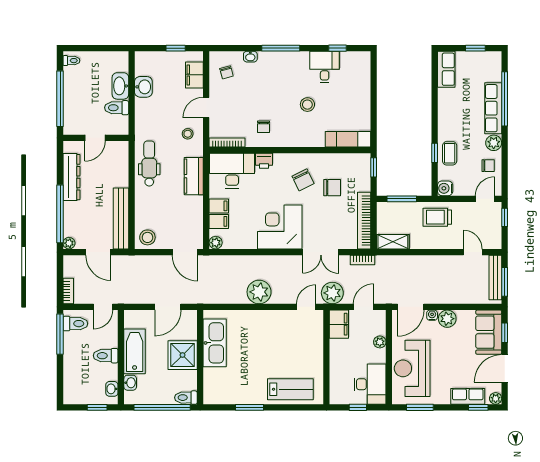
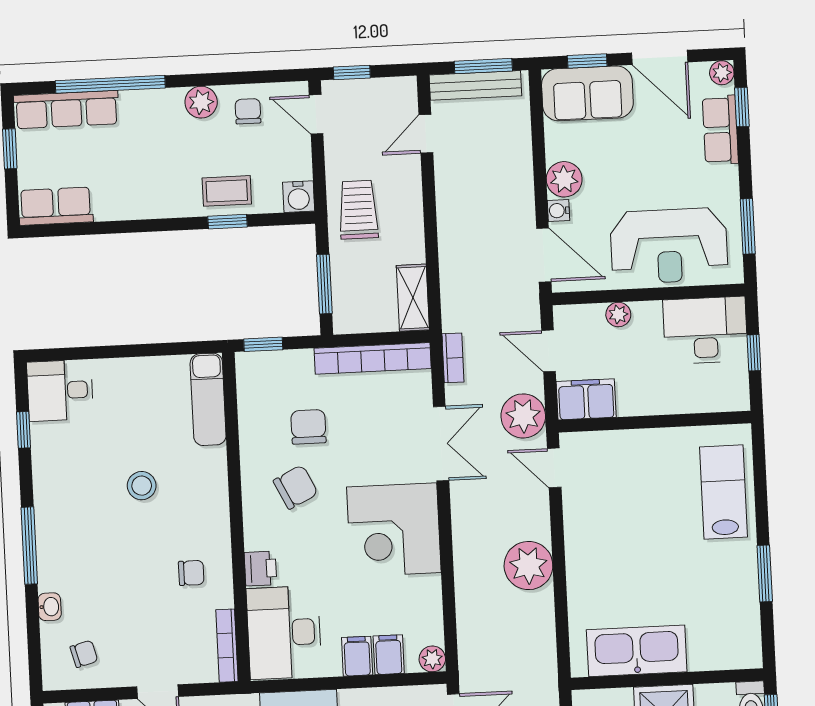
desk: (325, 67) -> (60, 390), moved
row of seats: (493, 108) -> (66, 110), moved
trolley: (437, 217) -> (358, 210), turned 180

